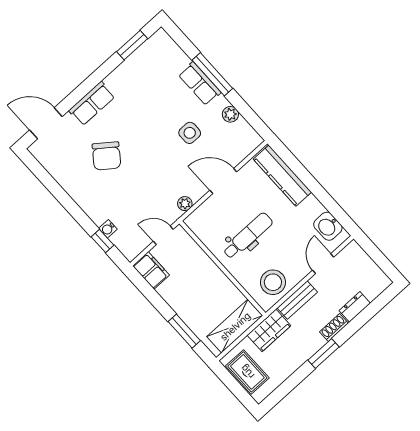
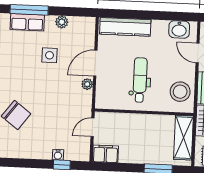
plant: (185, 204) -> (87, 84), moved

